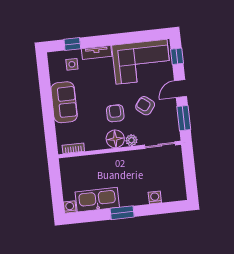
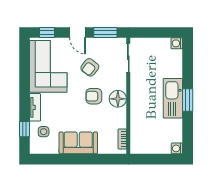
plant: (131, 140) -> (121, 84), removed
washing machine: (155, 198) -> (177, 43), moved
kitchen sink: (97, 200) -> (173, 98), moved

